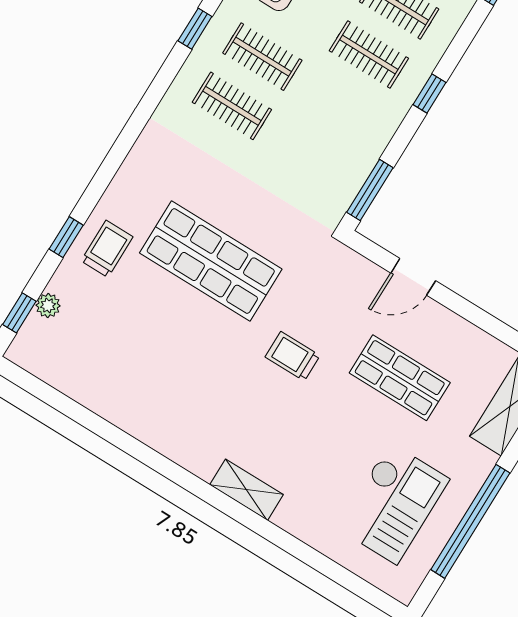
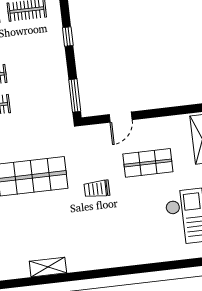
clothes rail: (369, 55) -> (30, 40), removed
shelving: (247, 490) -> (48, 267), moved

